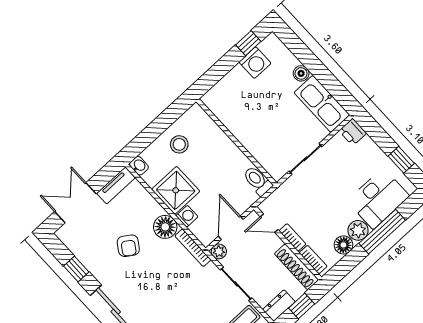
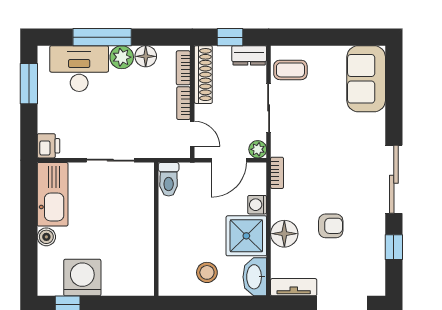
washing machine: (255, 63) -> (82, 278), width x1.37, depth x1.37
window: (401, 160) -> (29, 84), width x1.50
washbasin: (139, 166) -> (255, 277), width x1.91, depth x1.45
floor lamp: (165, 227) -> (284, 234), moved
armchair: (128, 246) -> (331, 226), turned 56
bookcase: (193, 248) -> (277, 173), width x0.64

